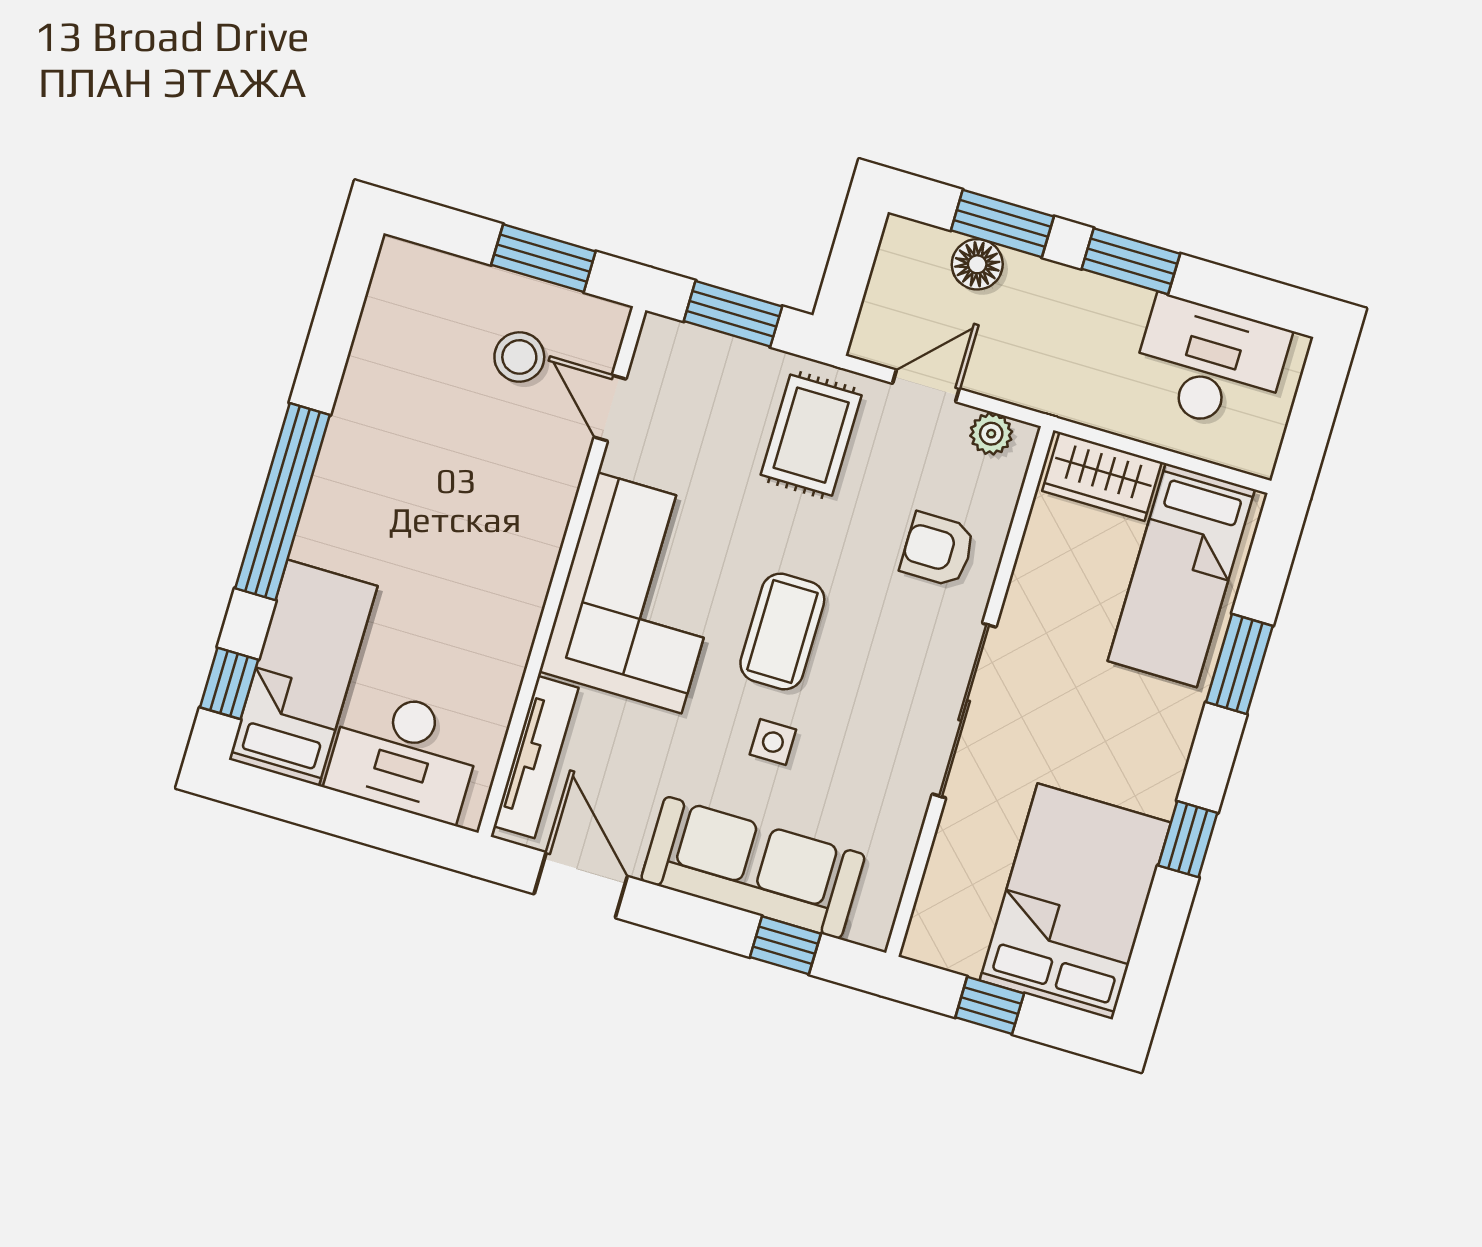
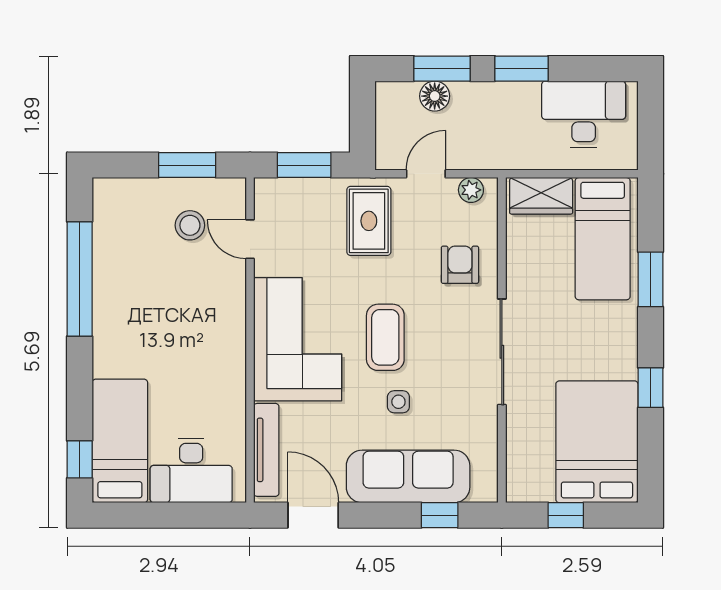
window: (283, 502) -> (80, 279), moved
armchair: (938, 549) -> (460, 265), turned 90

